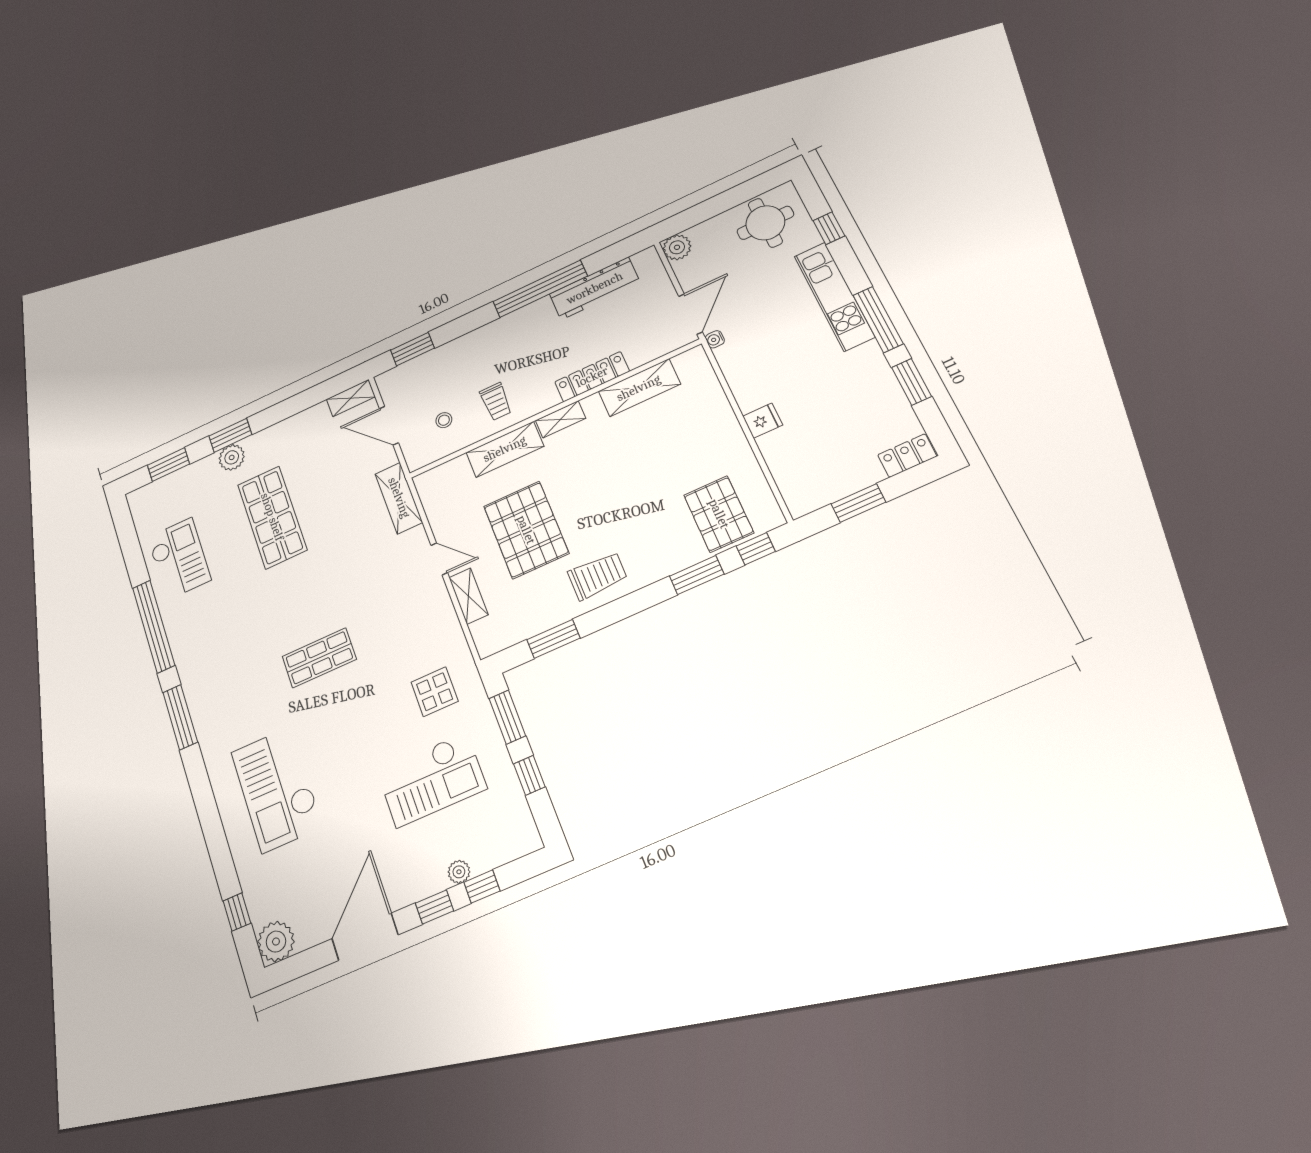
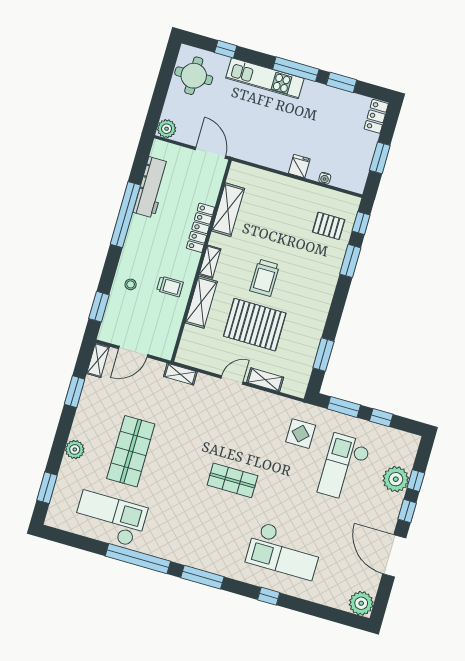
water cooler: (715, 339) -> (325, 178), moved
stool: (444, 420) -> (131, 284), moved
window: (230, 435) -> (75, 392), moved
shelving: (399, 498) -> (180, 374), width x0.67, depth x0.75
pallet: (719, 514) -> (329, 226), width x0.67, depth x0.71
shop shelf: (272, 517) -> (131, 451), turned 90
checkout: (179, 559) -> (110, 519), width x1.36, depth x1.21
trolley: (597, 576) -> (265, 278), moved, turned 180
shop shelf: (319, 658) -> (232, 480), turned 90
checkout: (432, 780) -> (344, 468), turned 180
plant: (459, 872) -> (396, 479), width x1.87, depth x1.87
window: (237, 912) -> (269, 596), moved

